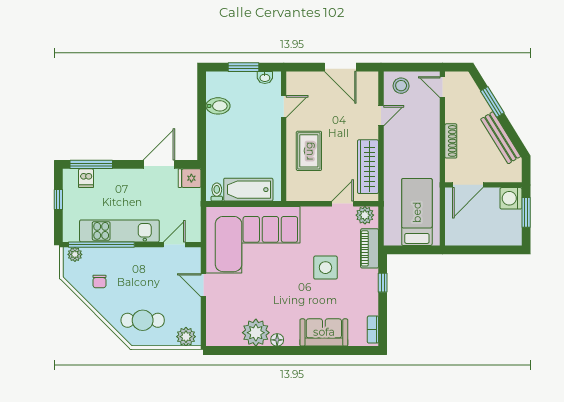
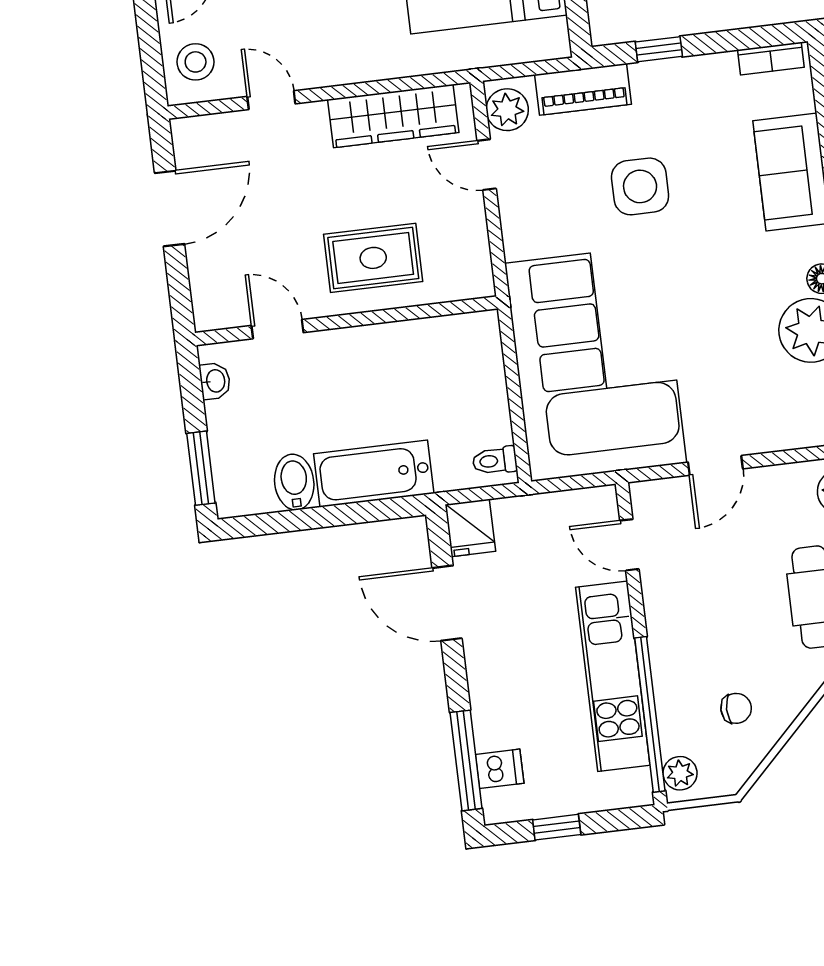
window: (243, 67) -> (201, 468), moved
bathtub: (248, 190) -> (374, 474), moved, turned 90

